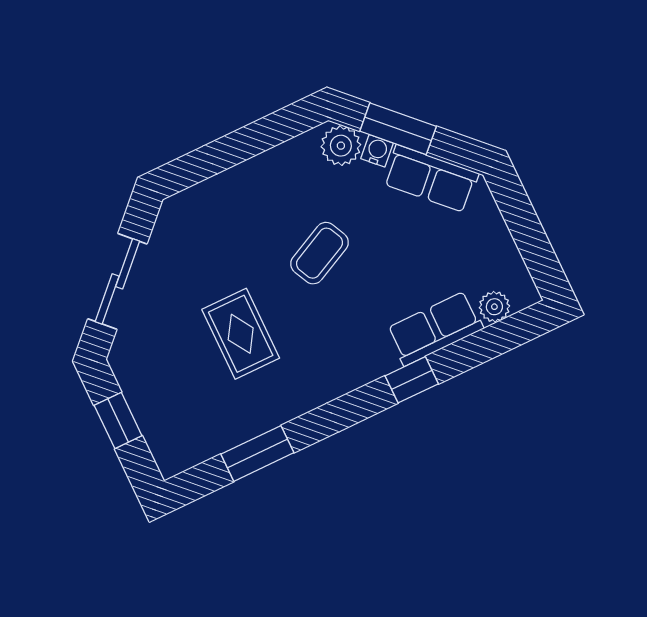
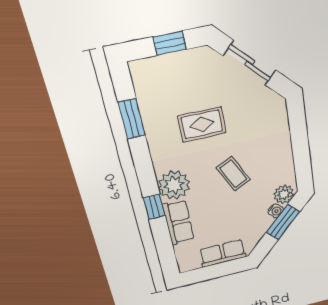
row of seats: (431, 179) -> (223, 253), moved, turned 45
plant: (494, 307) -> (174, 185), moved, width x1.88, depth x1.88

